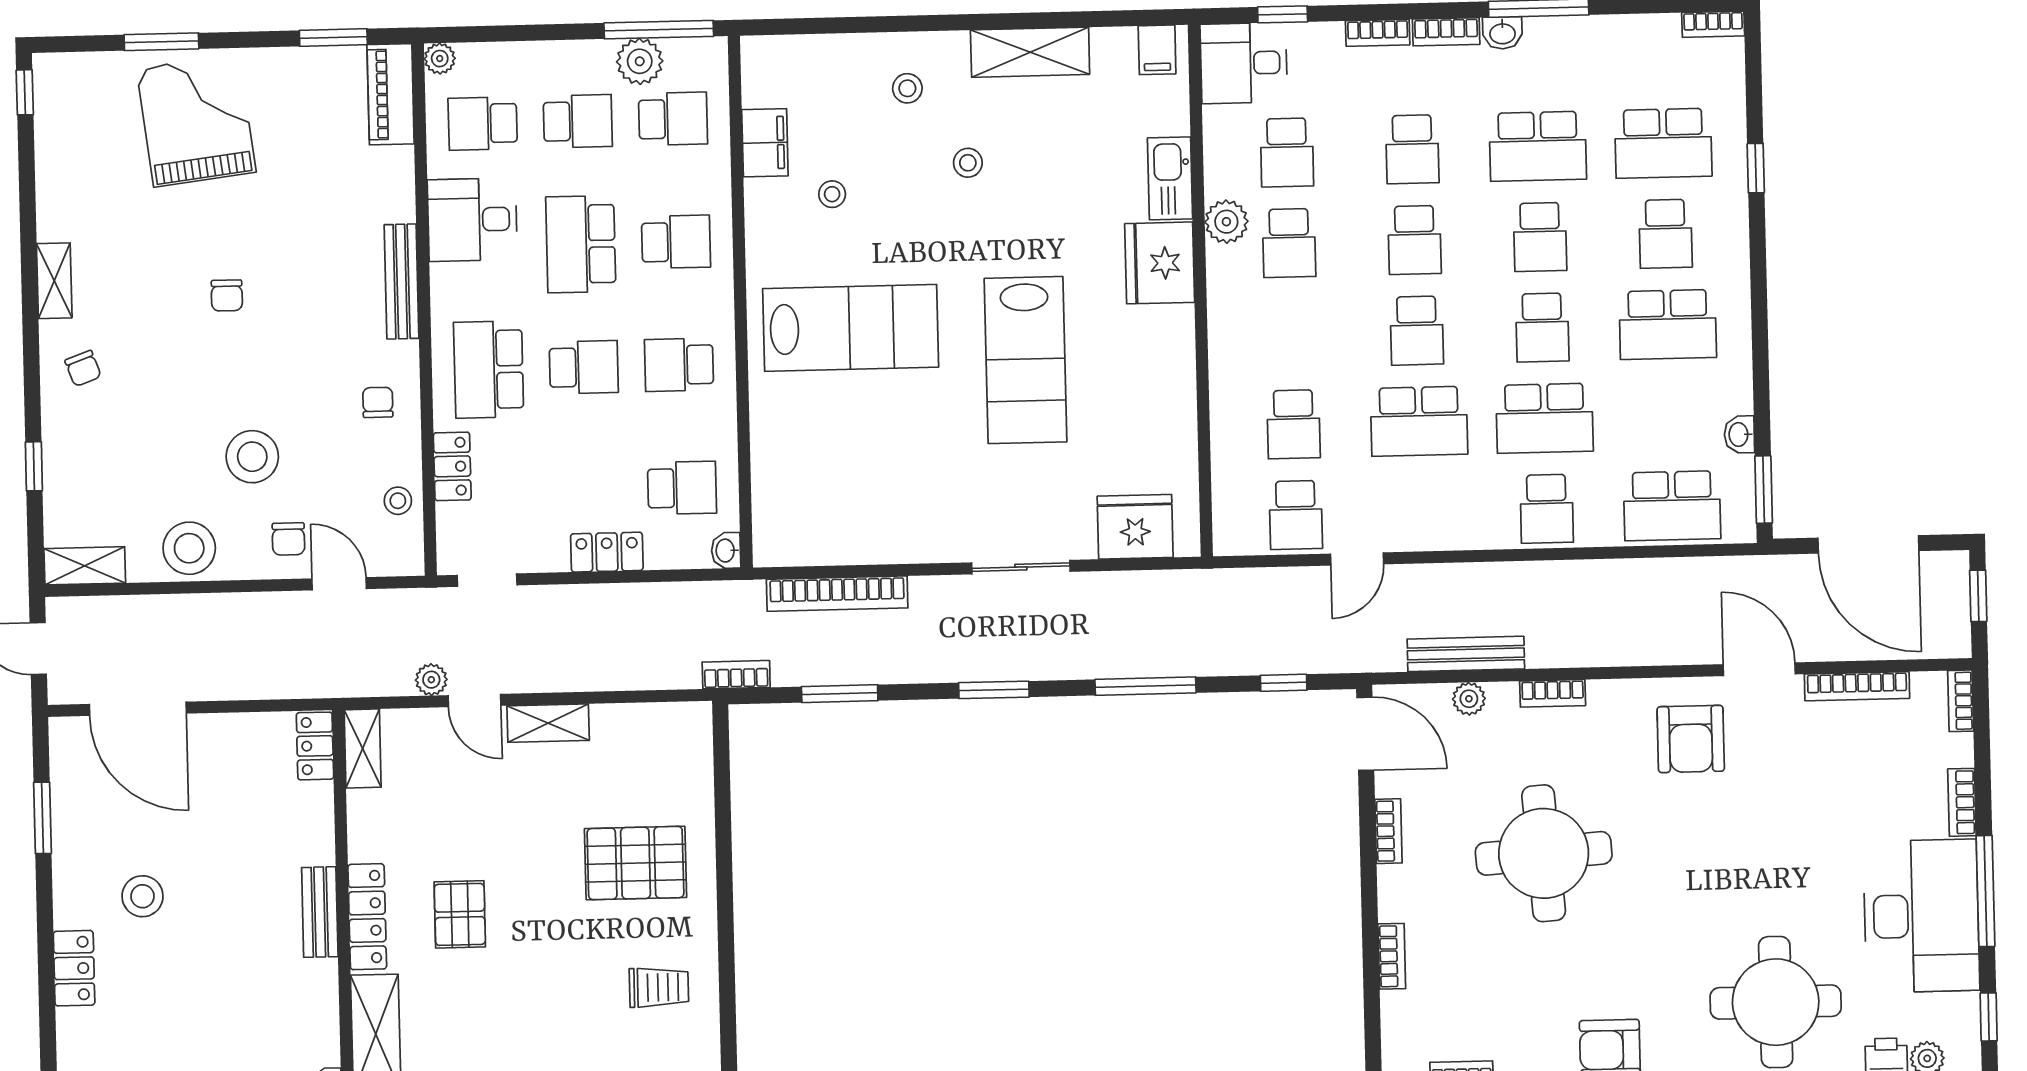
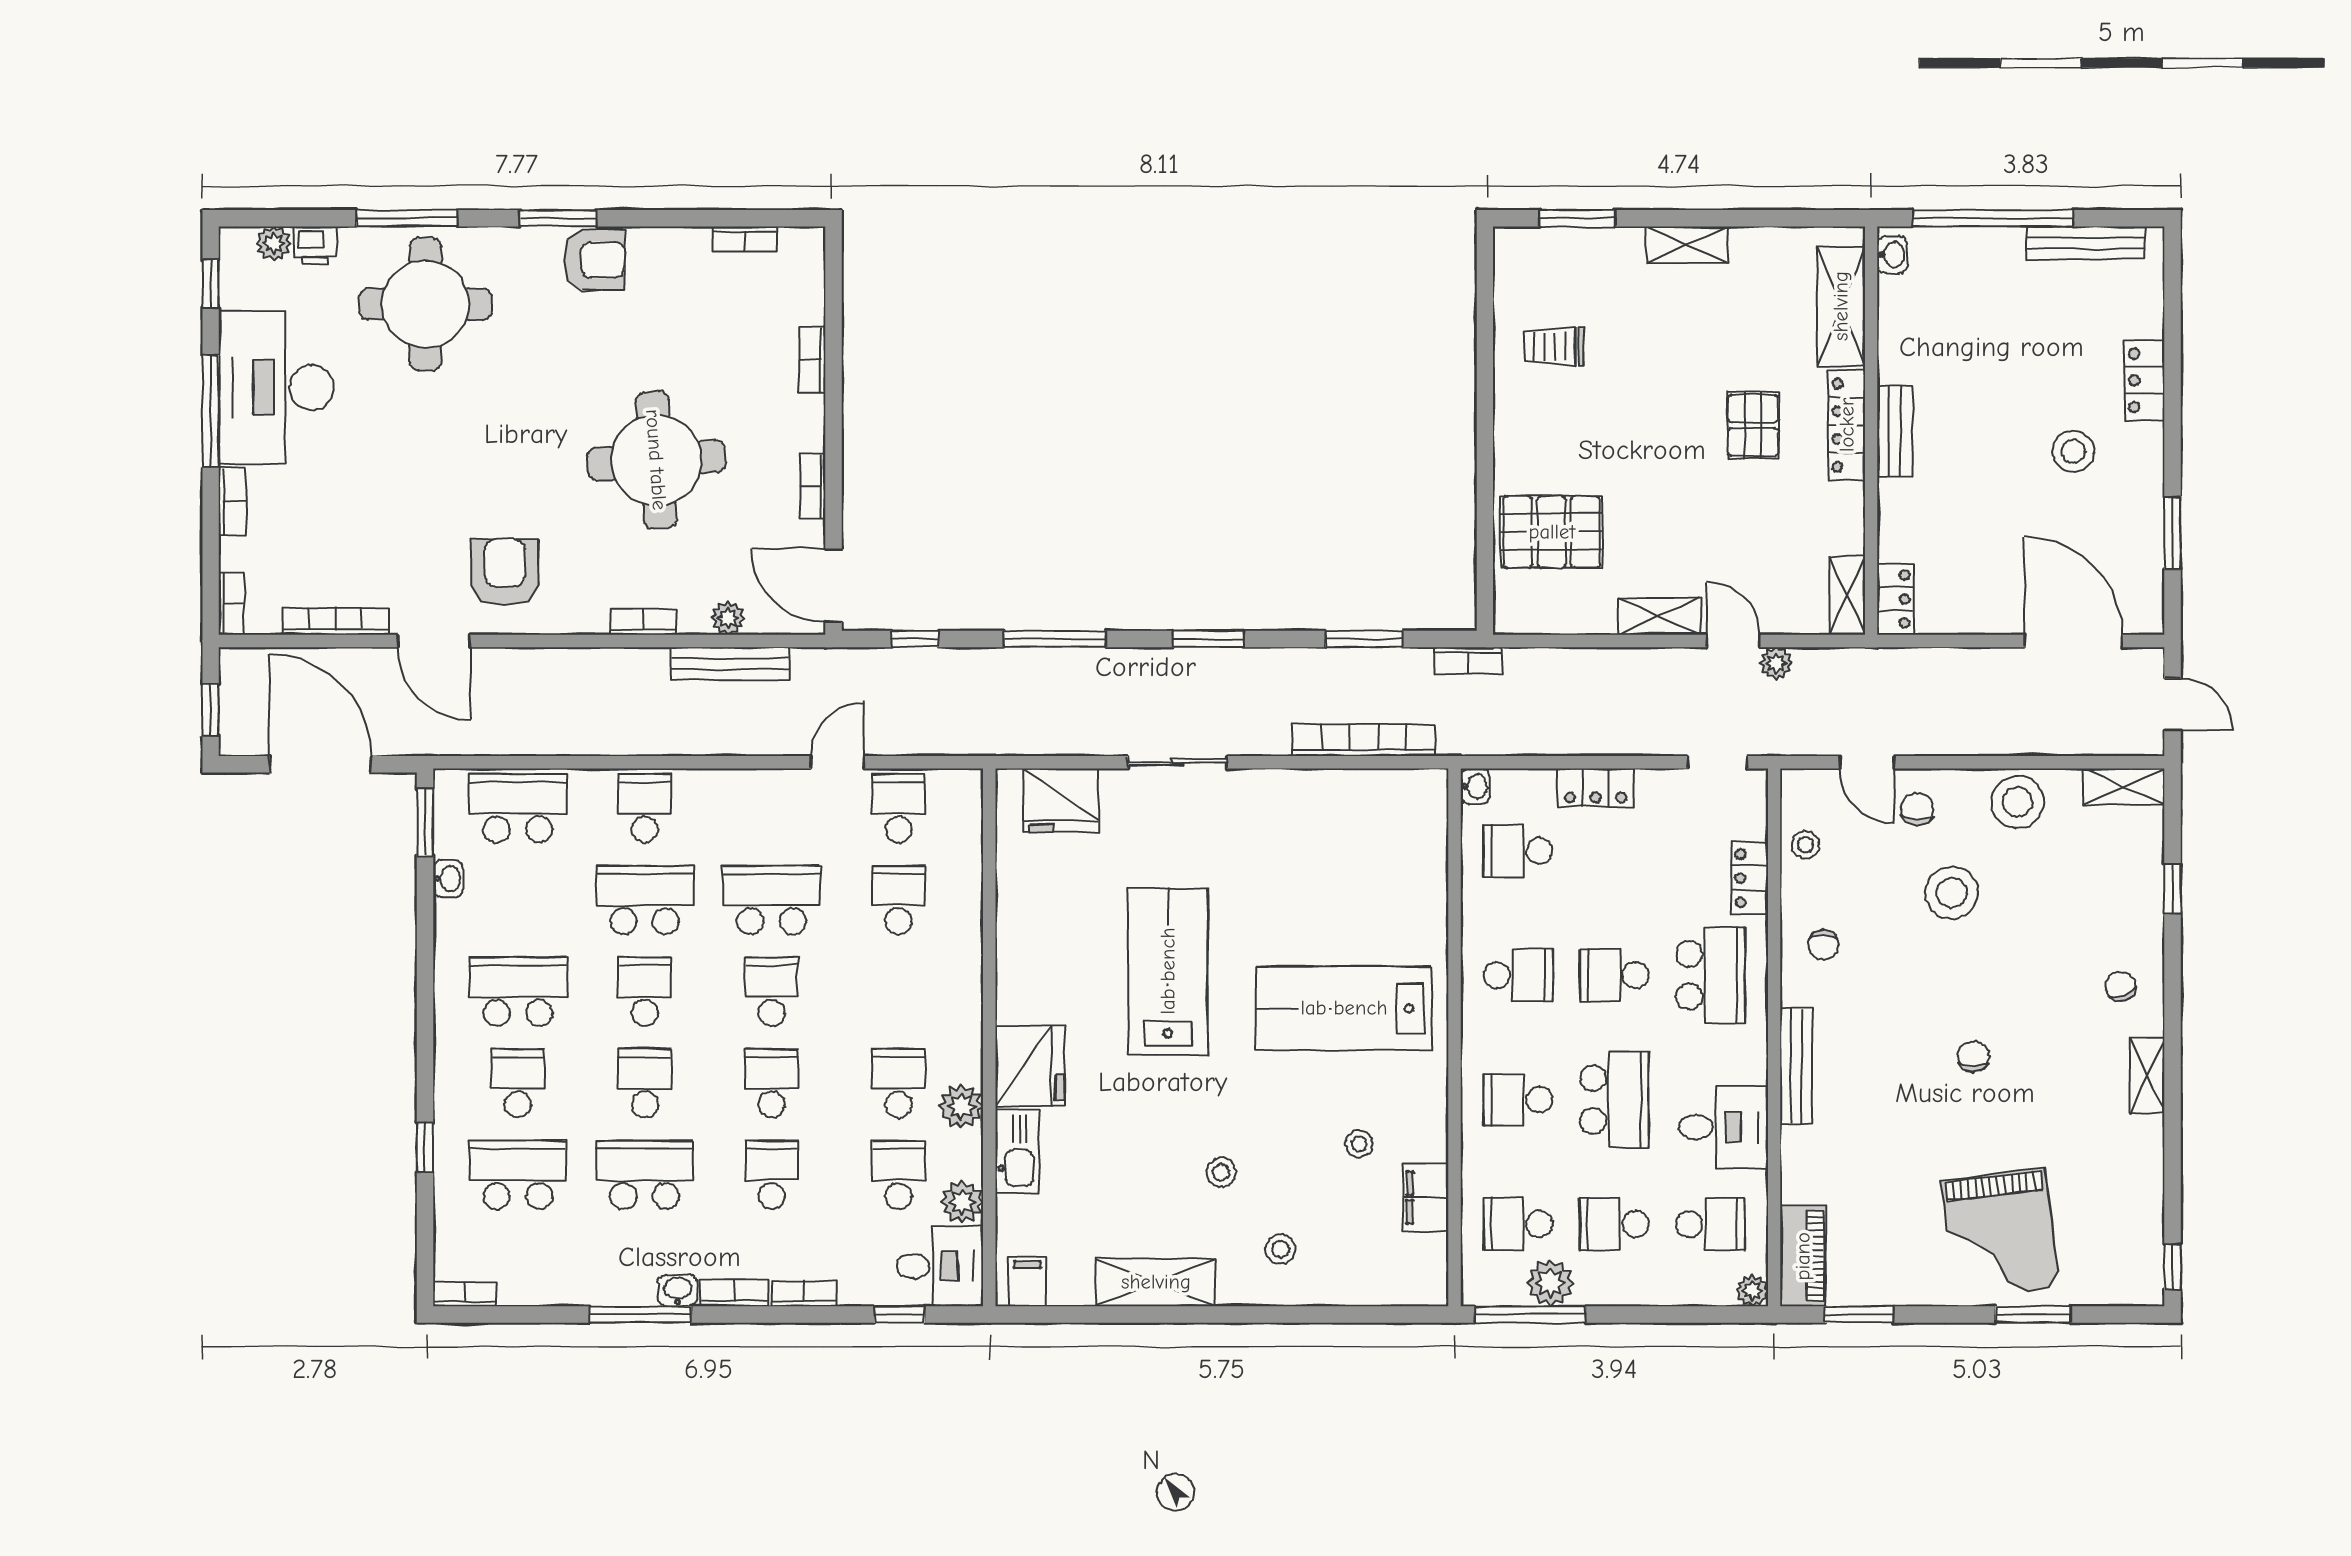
plant: (1223, 127) -> (962, 1202), added
pallet: (635, 863) -> (1552, 532), moved

